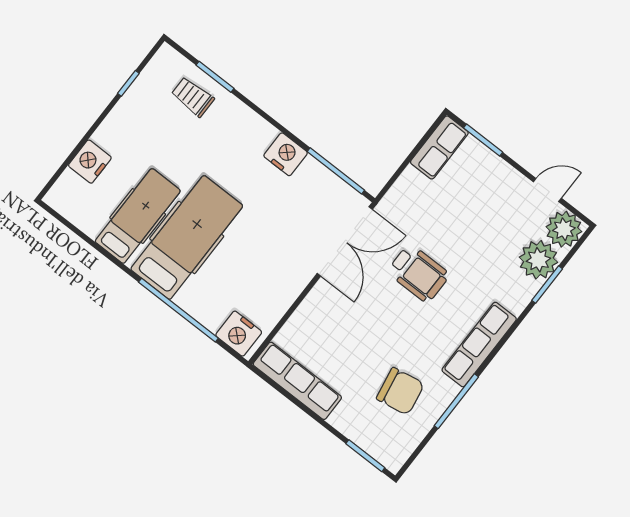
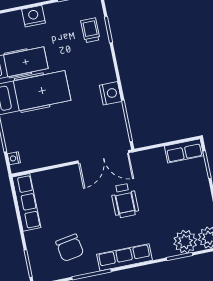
nightstand: (90, 162) -> (34, 16), moved
nightstand: (239, 334) -> (14, 158), width x0.53, depth x0.56

